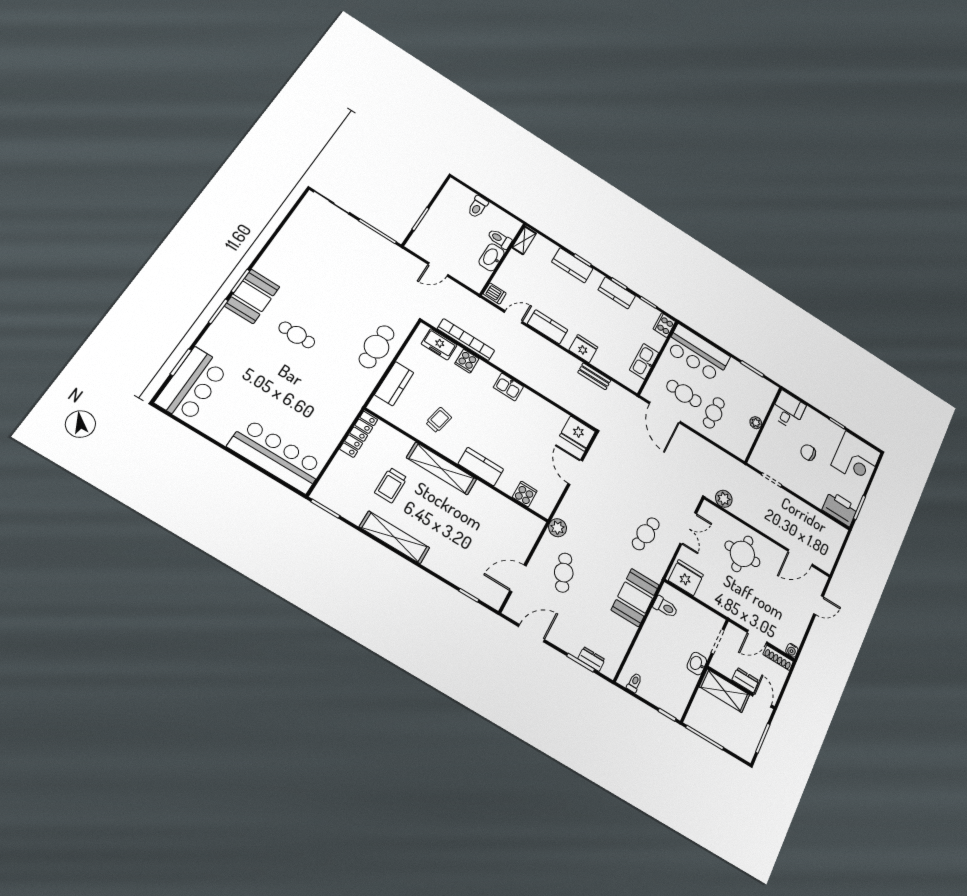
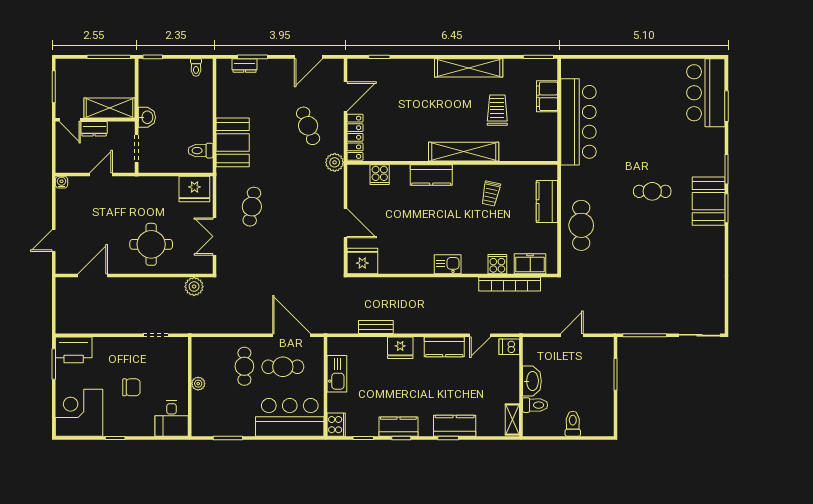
locker: (359, 434) -> (355, 137), moved, turned 180
bar counter: (276, 456) -> (578, 122), moved, turned -90
filing cabinet: (339, 470) -> (547, 96), added
shoe rack: (778, 658) -> (72, 167), removed

